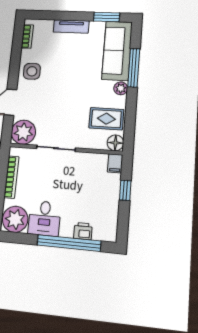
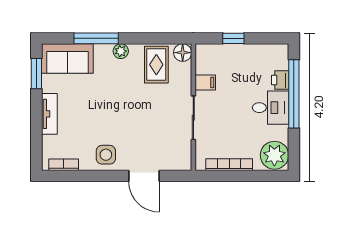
sofa: (117, 51) -> (67, 59), width x0.73
plant: (23, 132) -> (178, 157), removed
filing cabinet: (115, 163) -> (205, 83), moved
desk: (44, 218) -> (271, 108), moved

